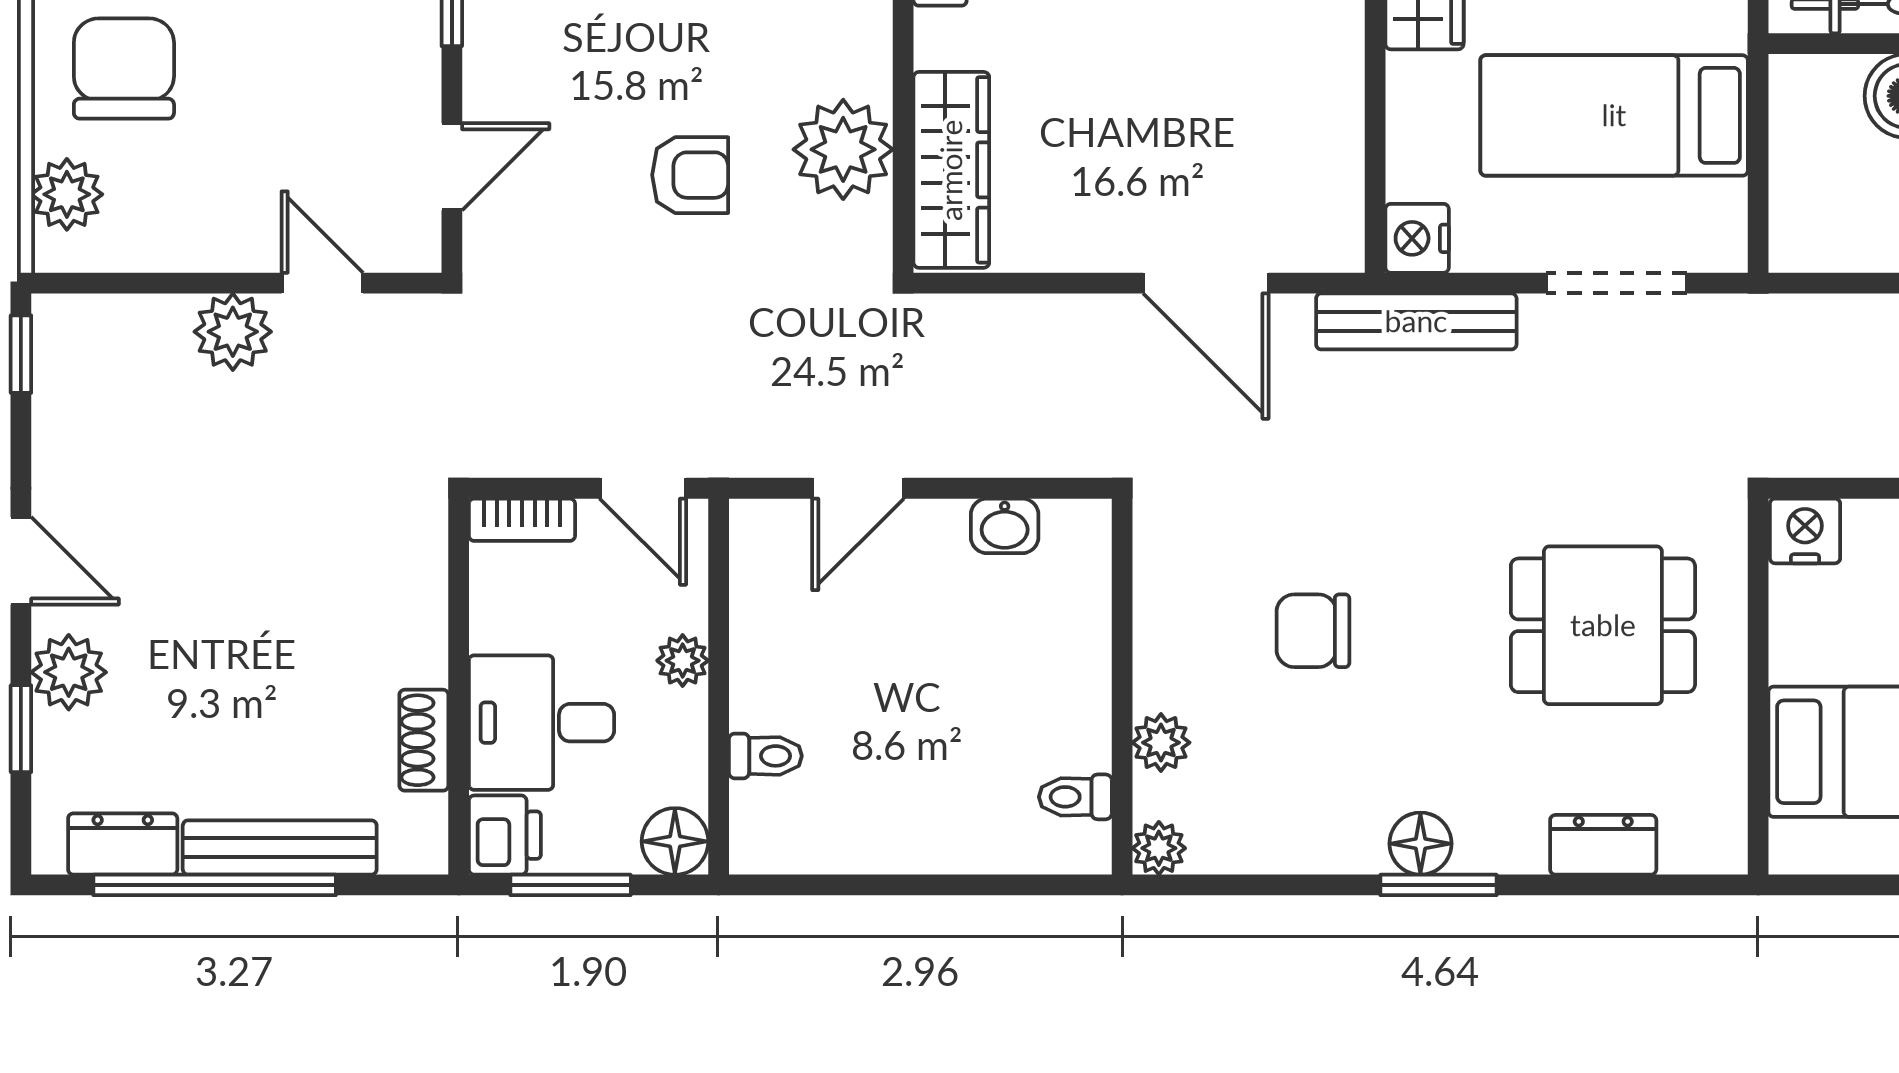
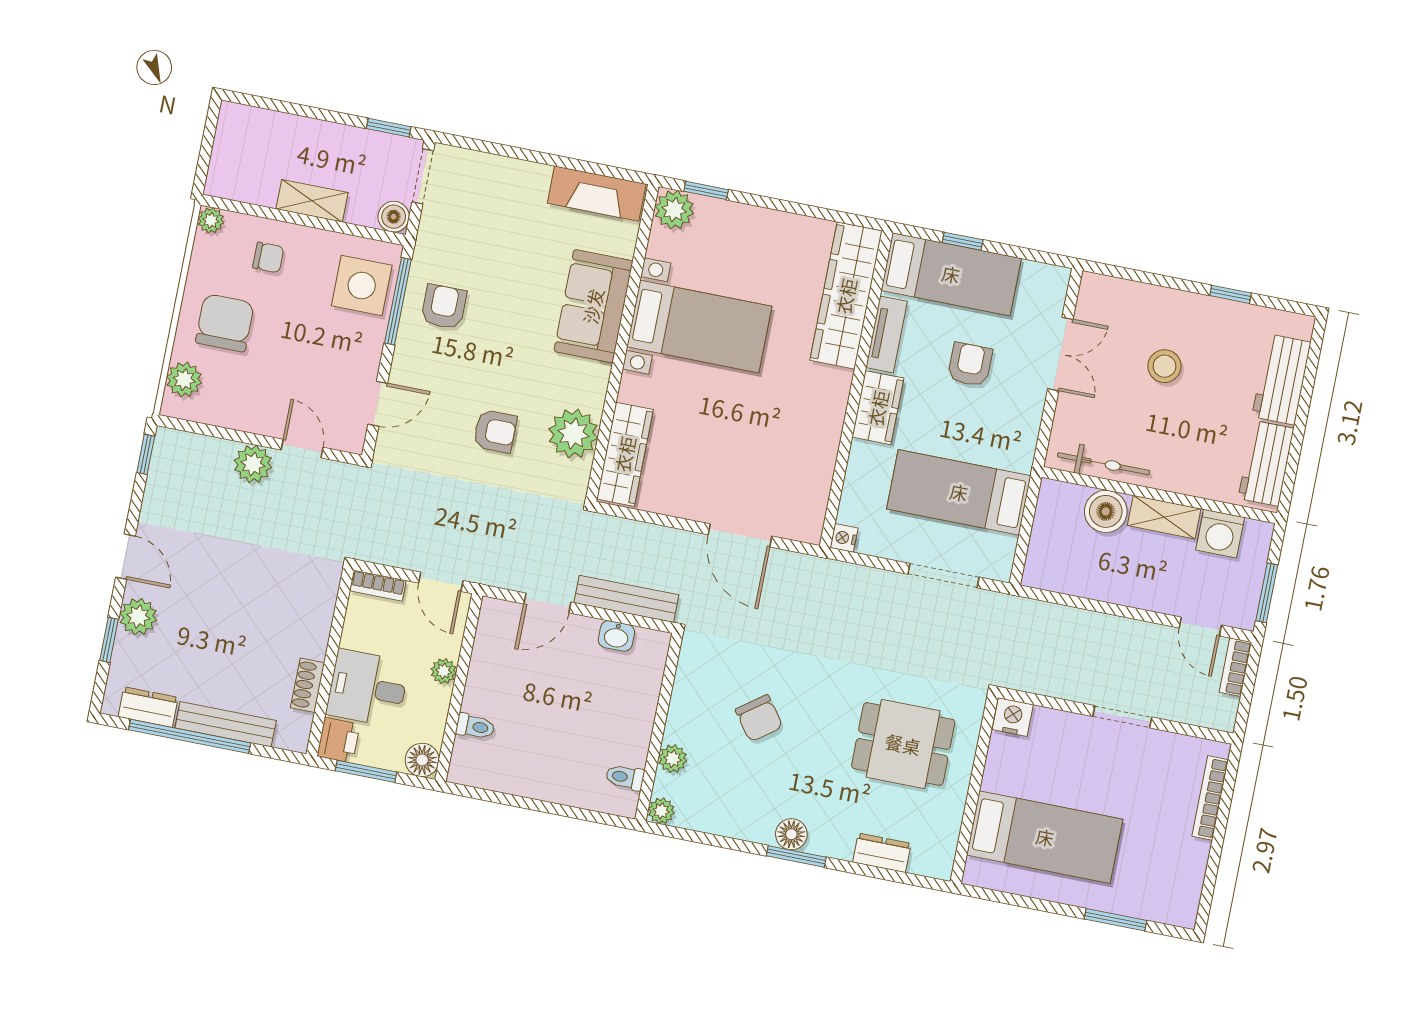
nightstand: (1417, 238) -> (844, 538), width x0.72, depth x0.74
bench: (1416, 321) -> (626, 599), moved
chair: (1313, 631) -> (759, 718), turned -126

